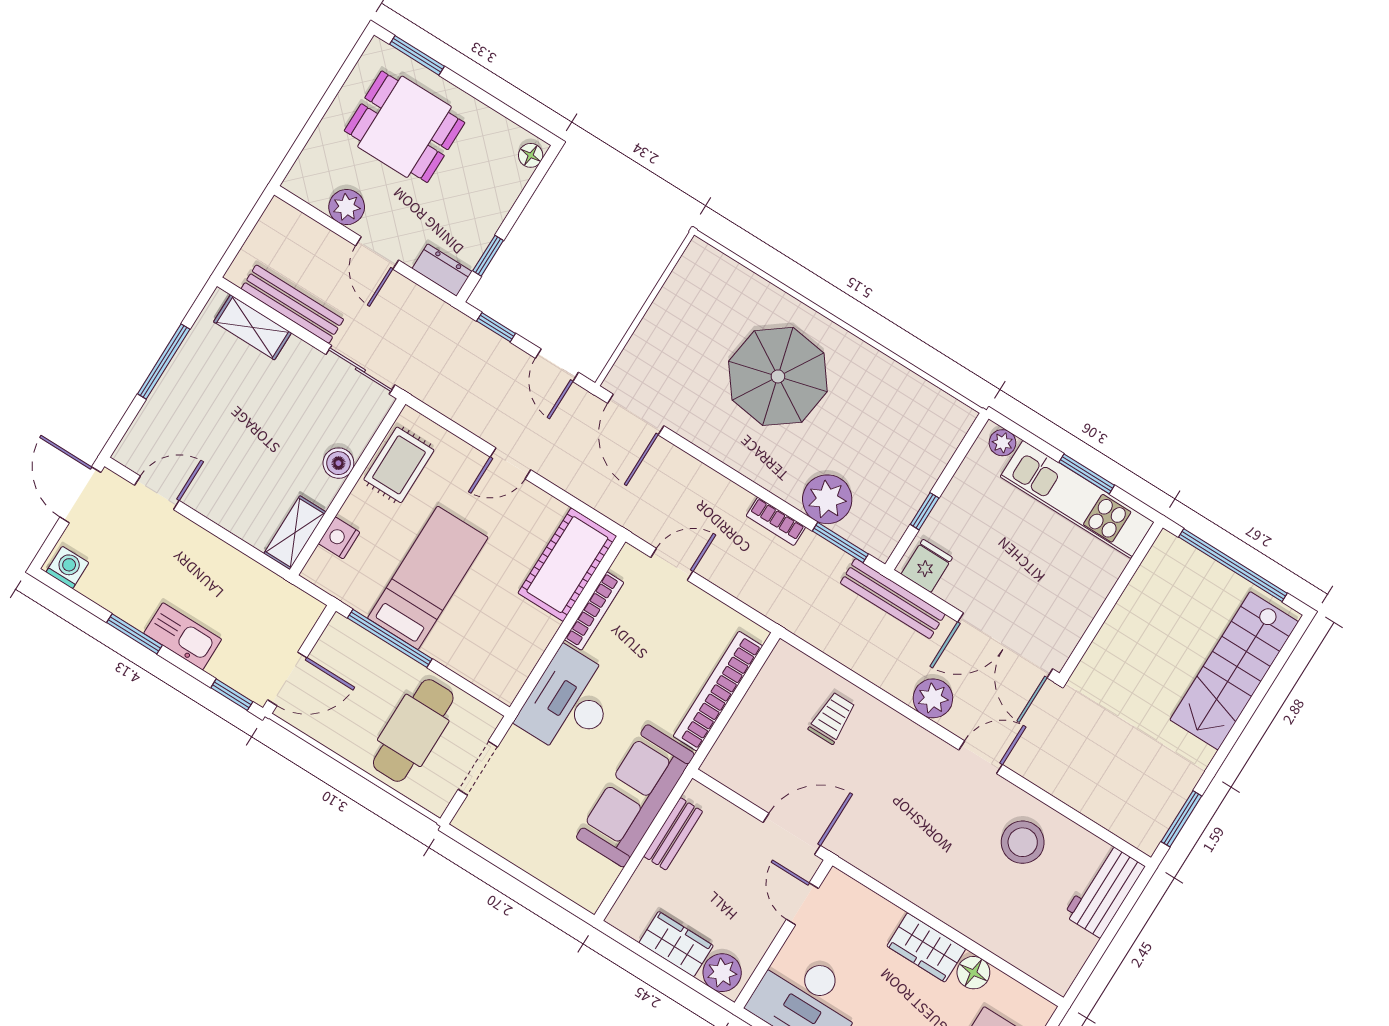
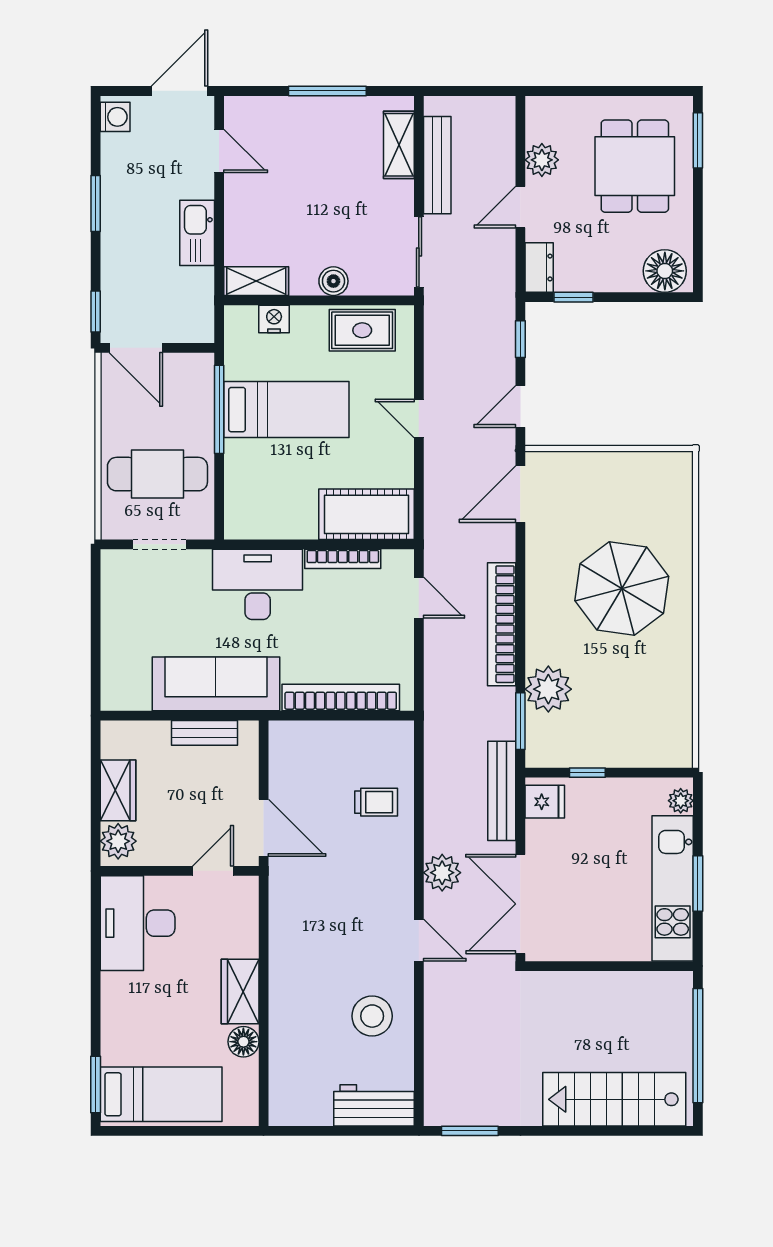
floor lamp: (531, 155) -> (665, 271), width x1.89, depth x1.89
bookcase: (776, 521) -> (502, 624), width x2.31, depth x1.31
kitchen sink: (183, 636) -> (197, 233), moved, turned 180

